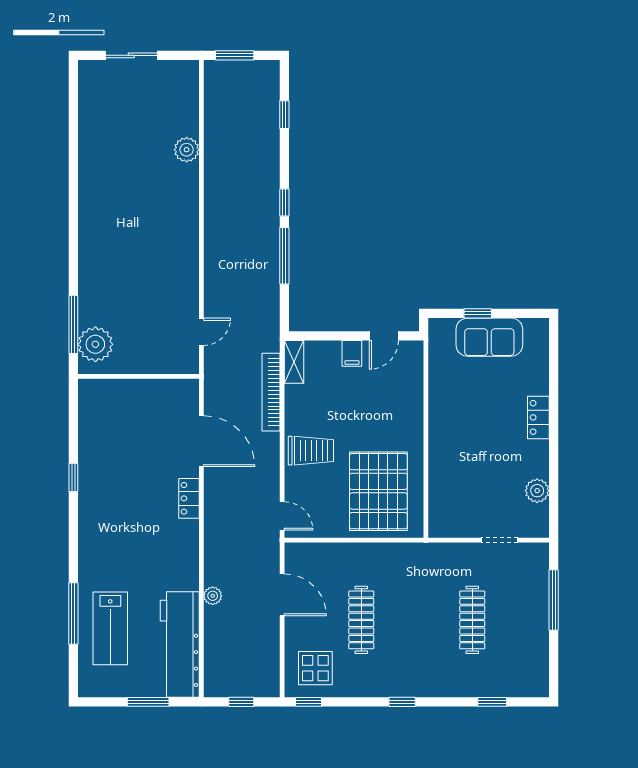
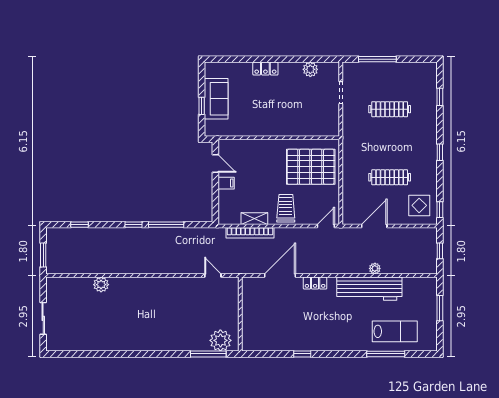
shelving: (294, 362) -> (254, 219), moved
workbench: (180, 644) -> (369, 289), moved

